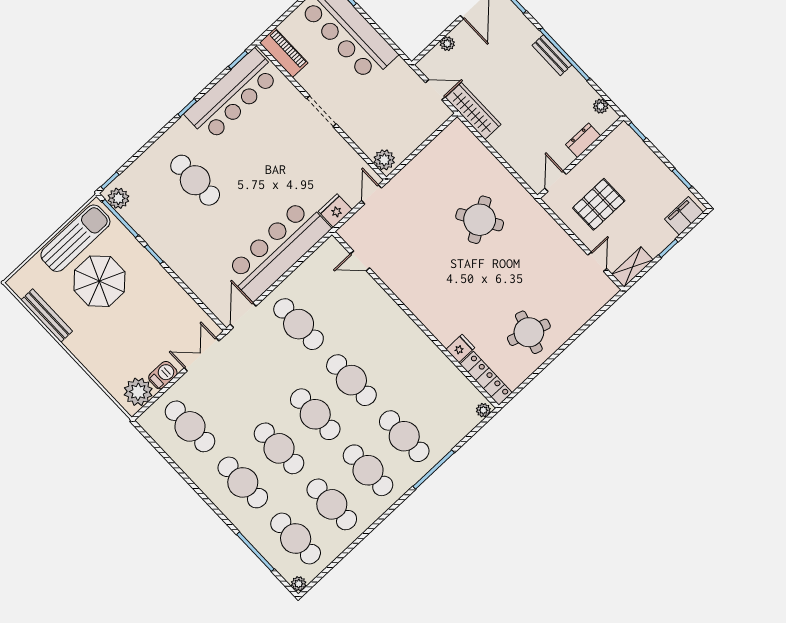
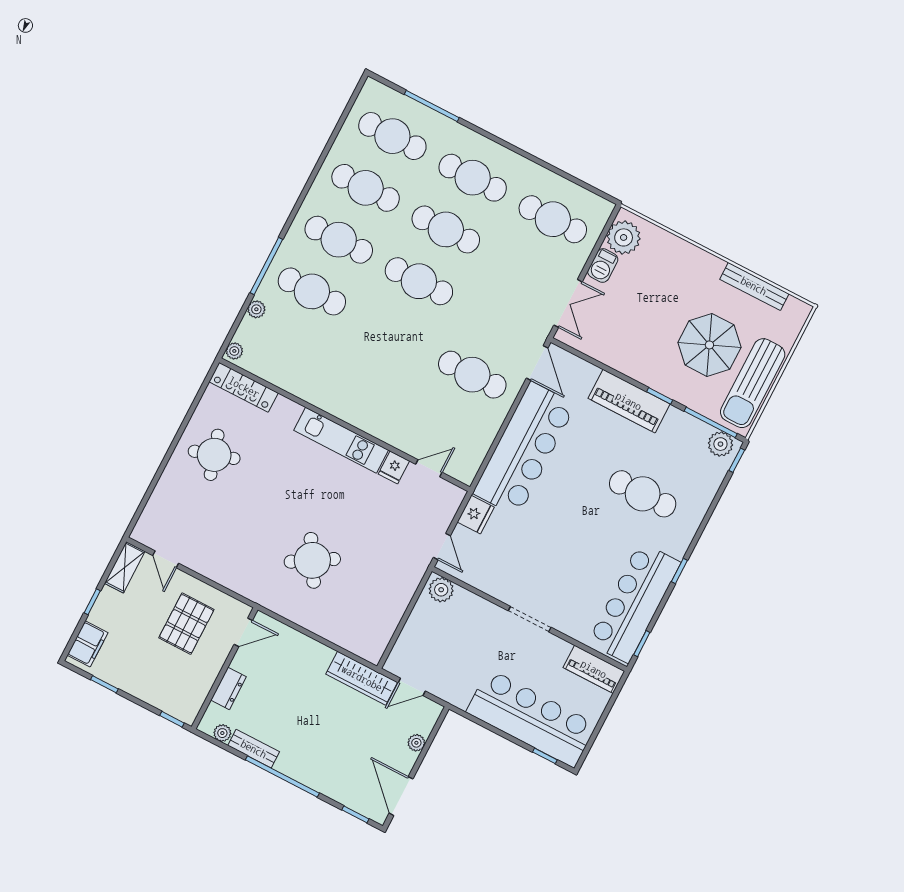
bench: (552, 55) -> (254, 749), moved
door: (556, 181) -> (243, 632), hinge flipped
piano: (180, 259) -> (629, 401), added
kitchen unit: (423, 308) -> (341, 440), added
round table: (529, 332) -> (214, 455), turned -35
fridge: (460, 348) -> (394, 467), moved
cafe table: (351, 380) -> (392, 333), removed
plant: (299, 584) -> (256, 309), moved

